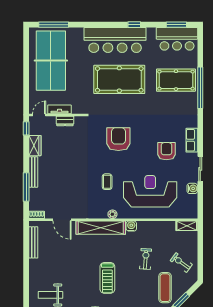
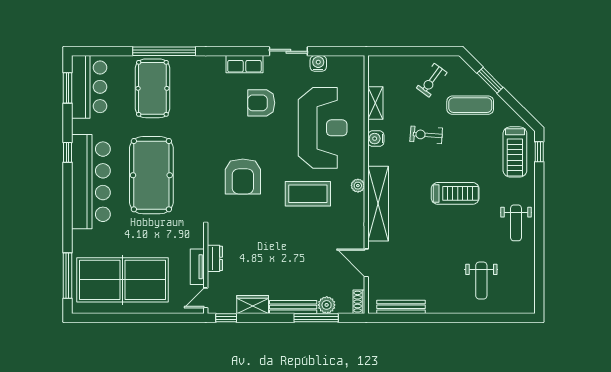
door: (39, 115) -> (206, 298), hinge flipped
armchair: (118, 139) -> (243, 176), turned -90
coffee table: (107, 182) -> (308, 194), width x1.86, depth x1.72
reception desk: (150, 191) -> (323, 128), turned 180
plant: (35, 194) -> (327, 305), added
door: (62, 220) -> (366, 263), swing flipped
water cooler: (131, 226) -> (376, 139), moved
shelving: (187, 226) -> (375, 103), moved

